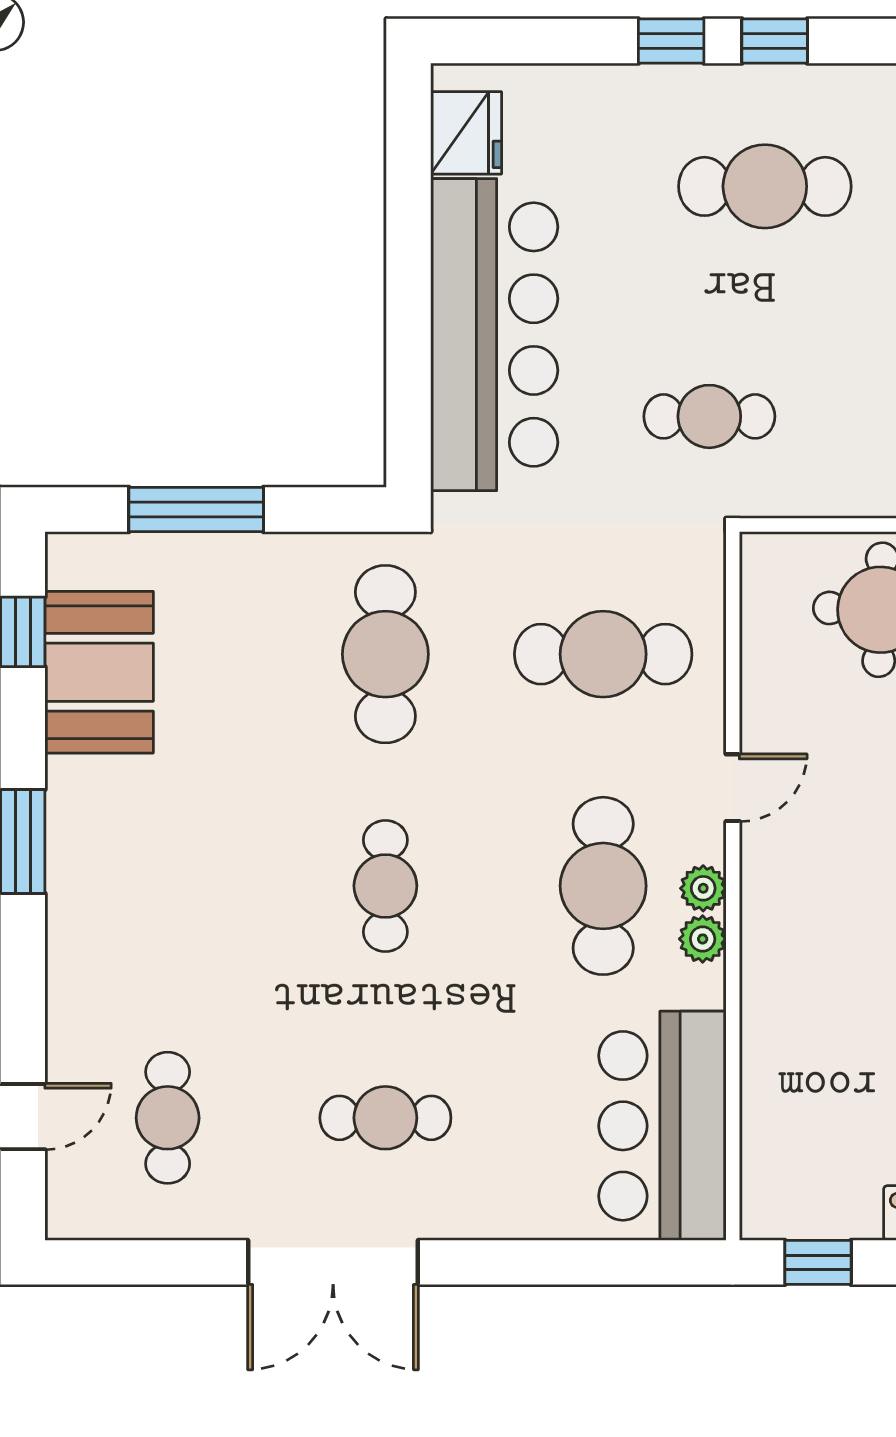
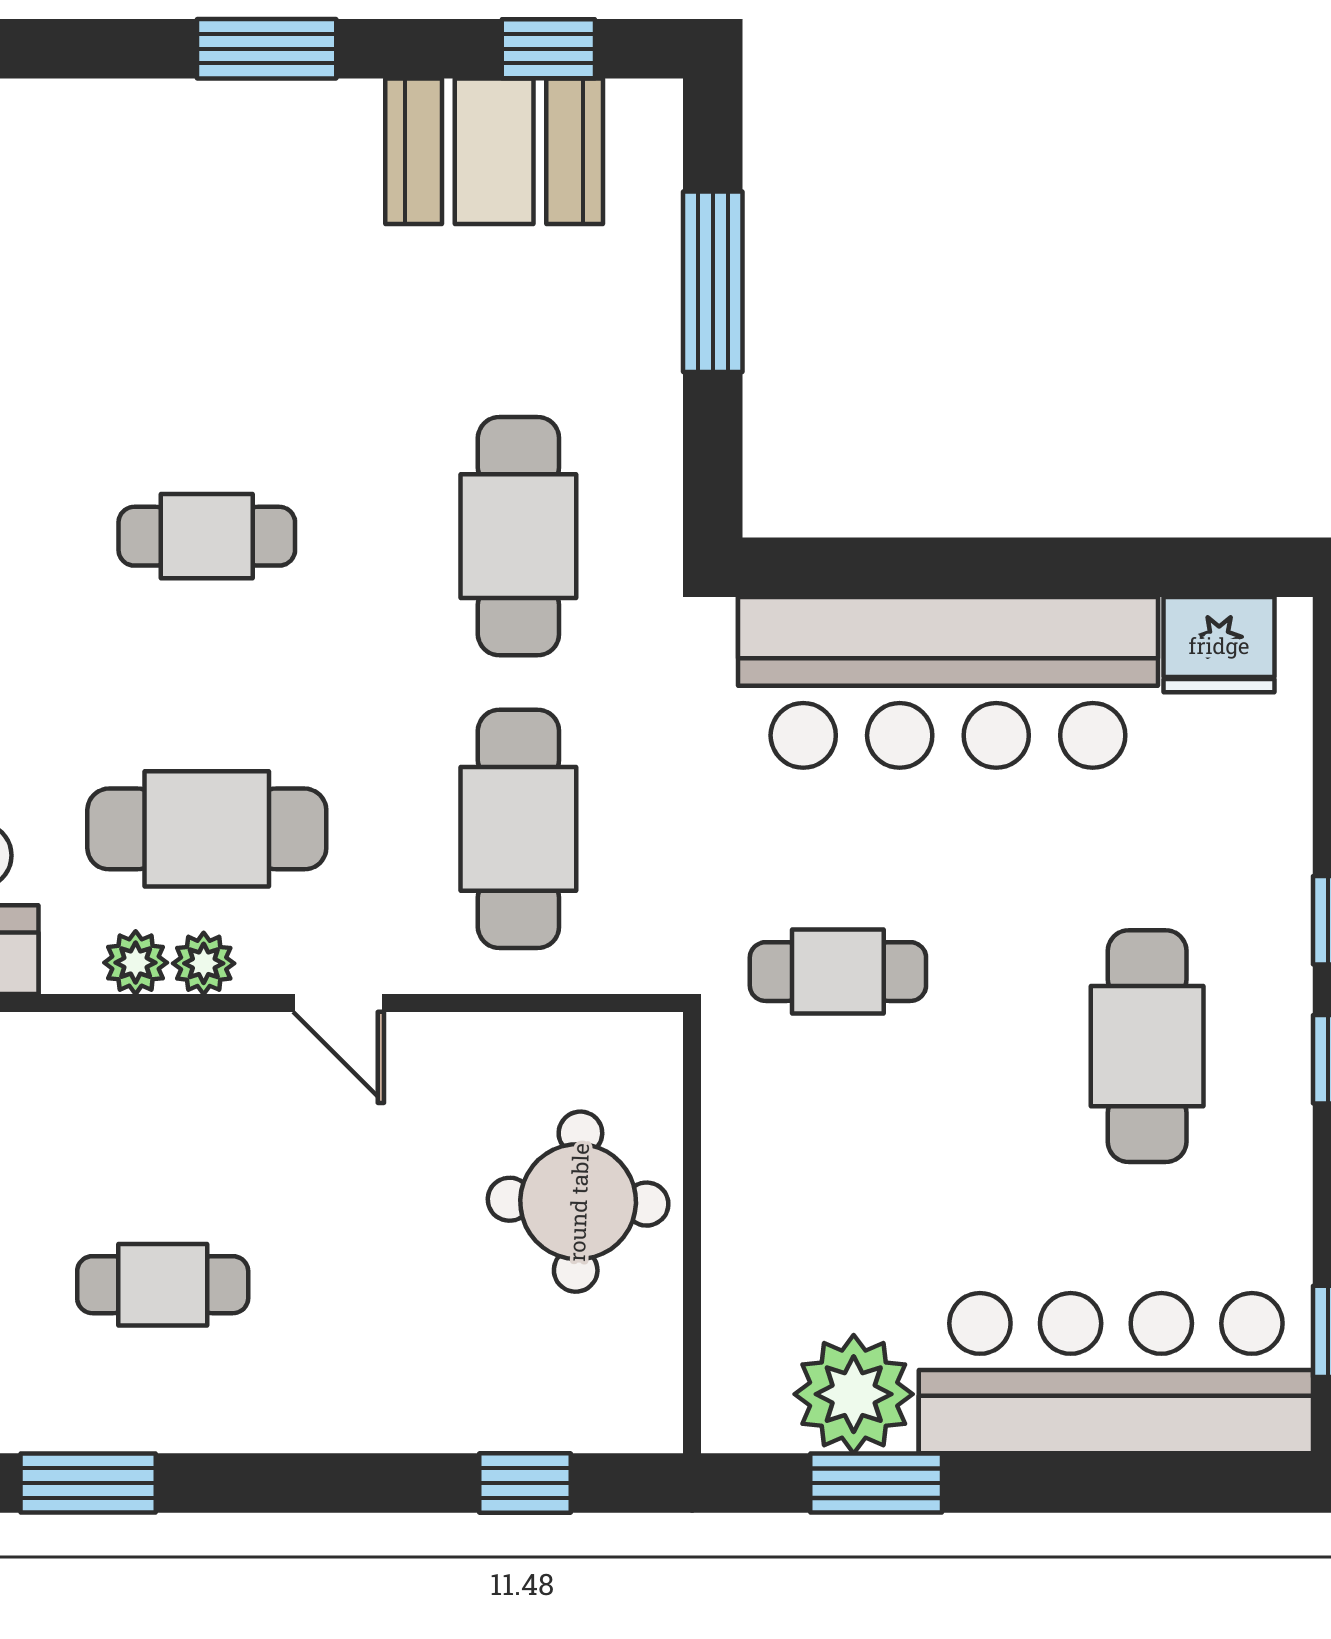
cafe table: (709, 416) -> (838, 972), turned 90
cafe table: (385, 654) -> (518, 536), turned 90

